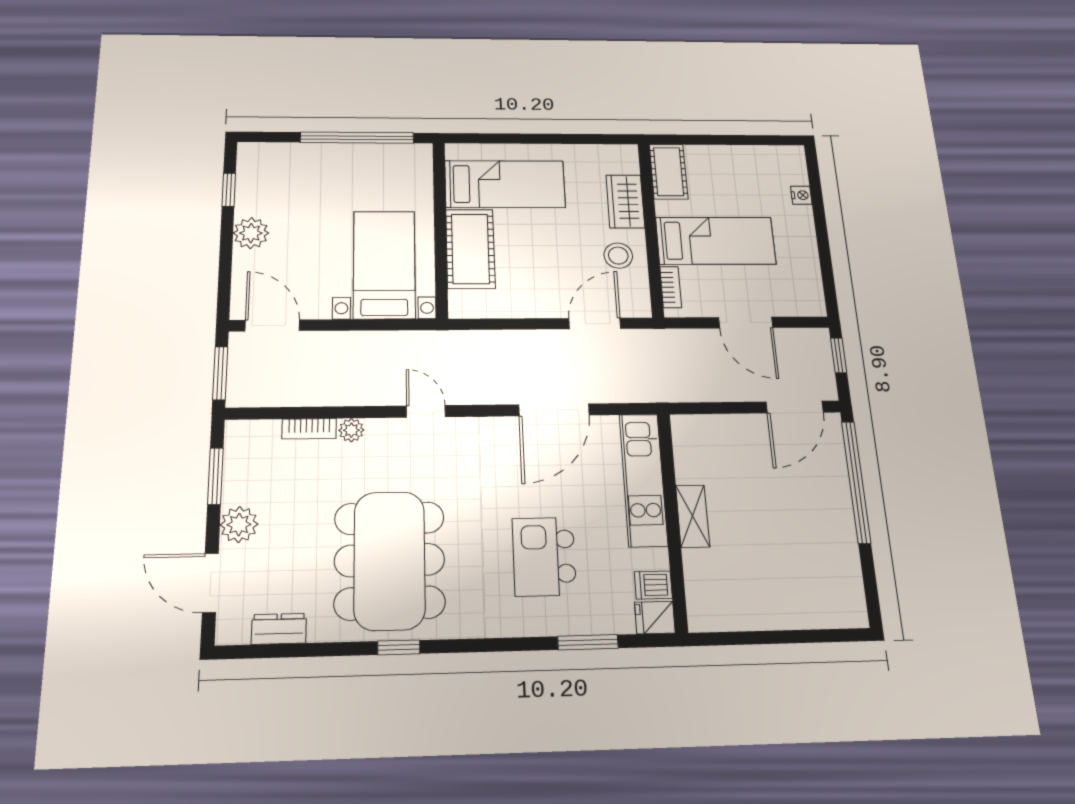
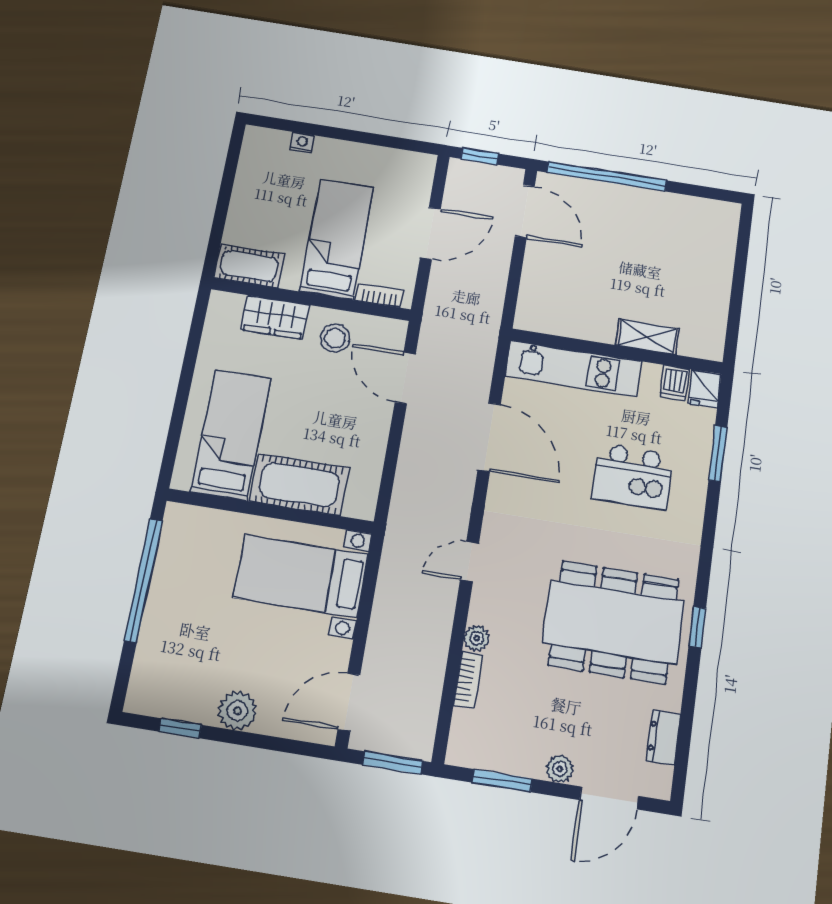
shelving: (693, 516) -> (647, 337), moved
plant: (239, 525) -> (560, 769), width x0.73, depth x0.73

